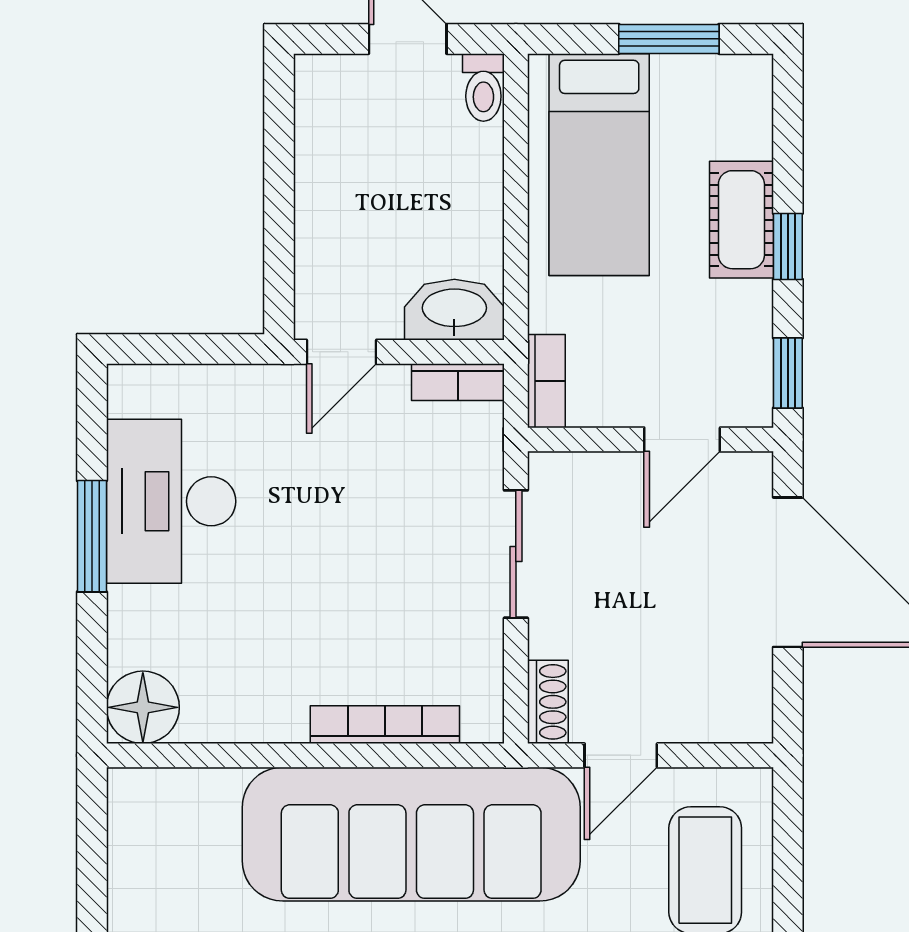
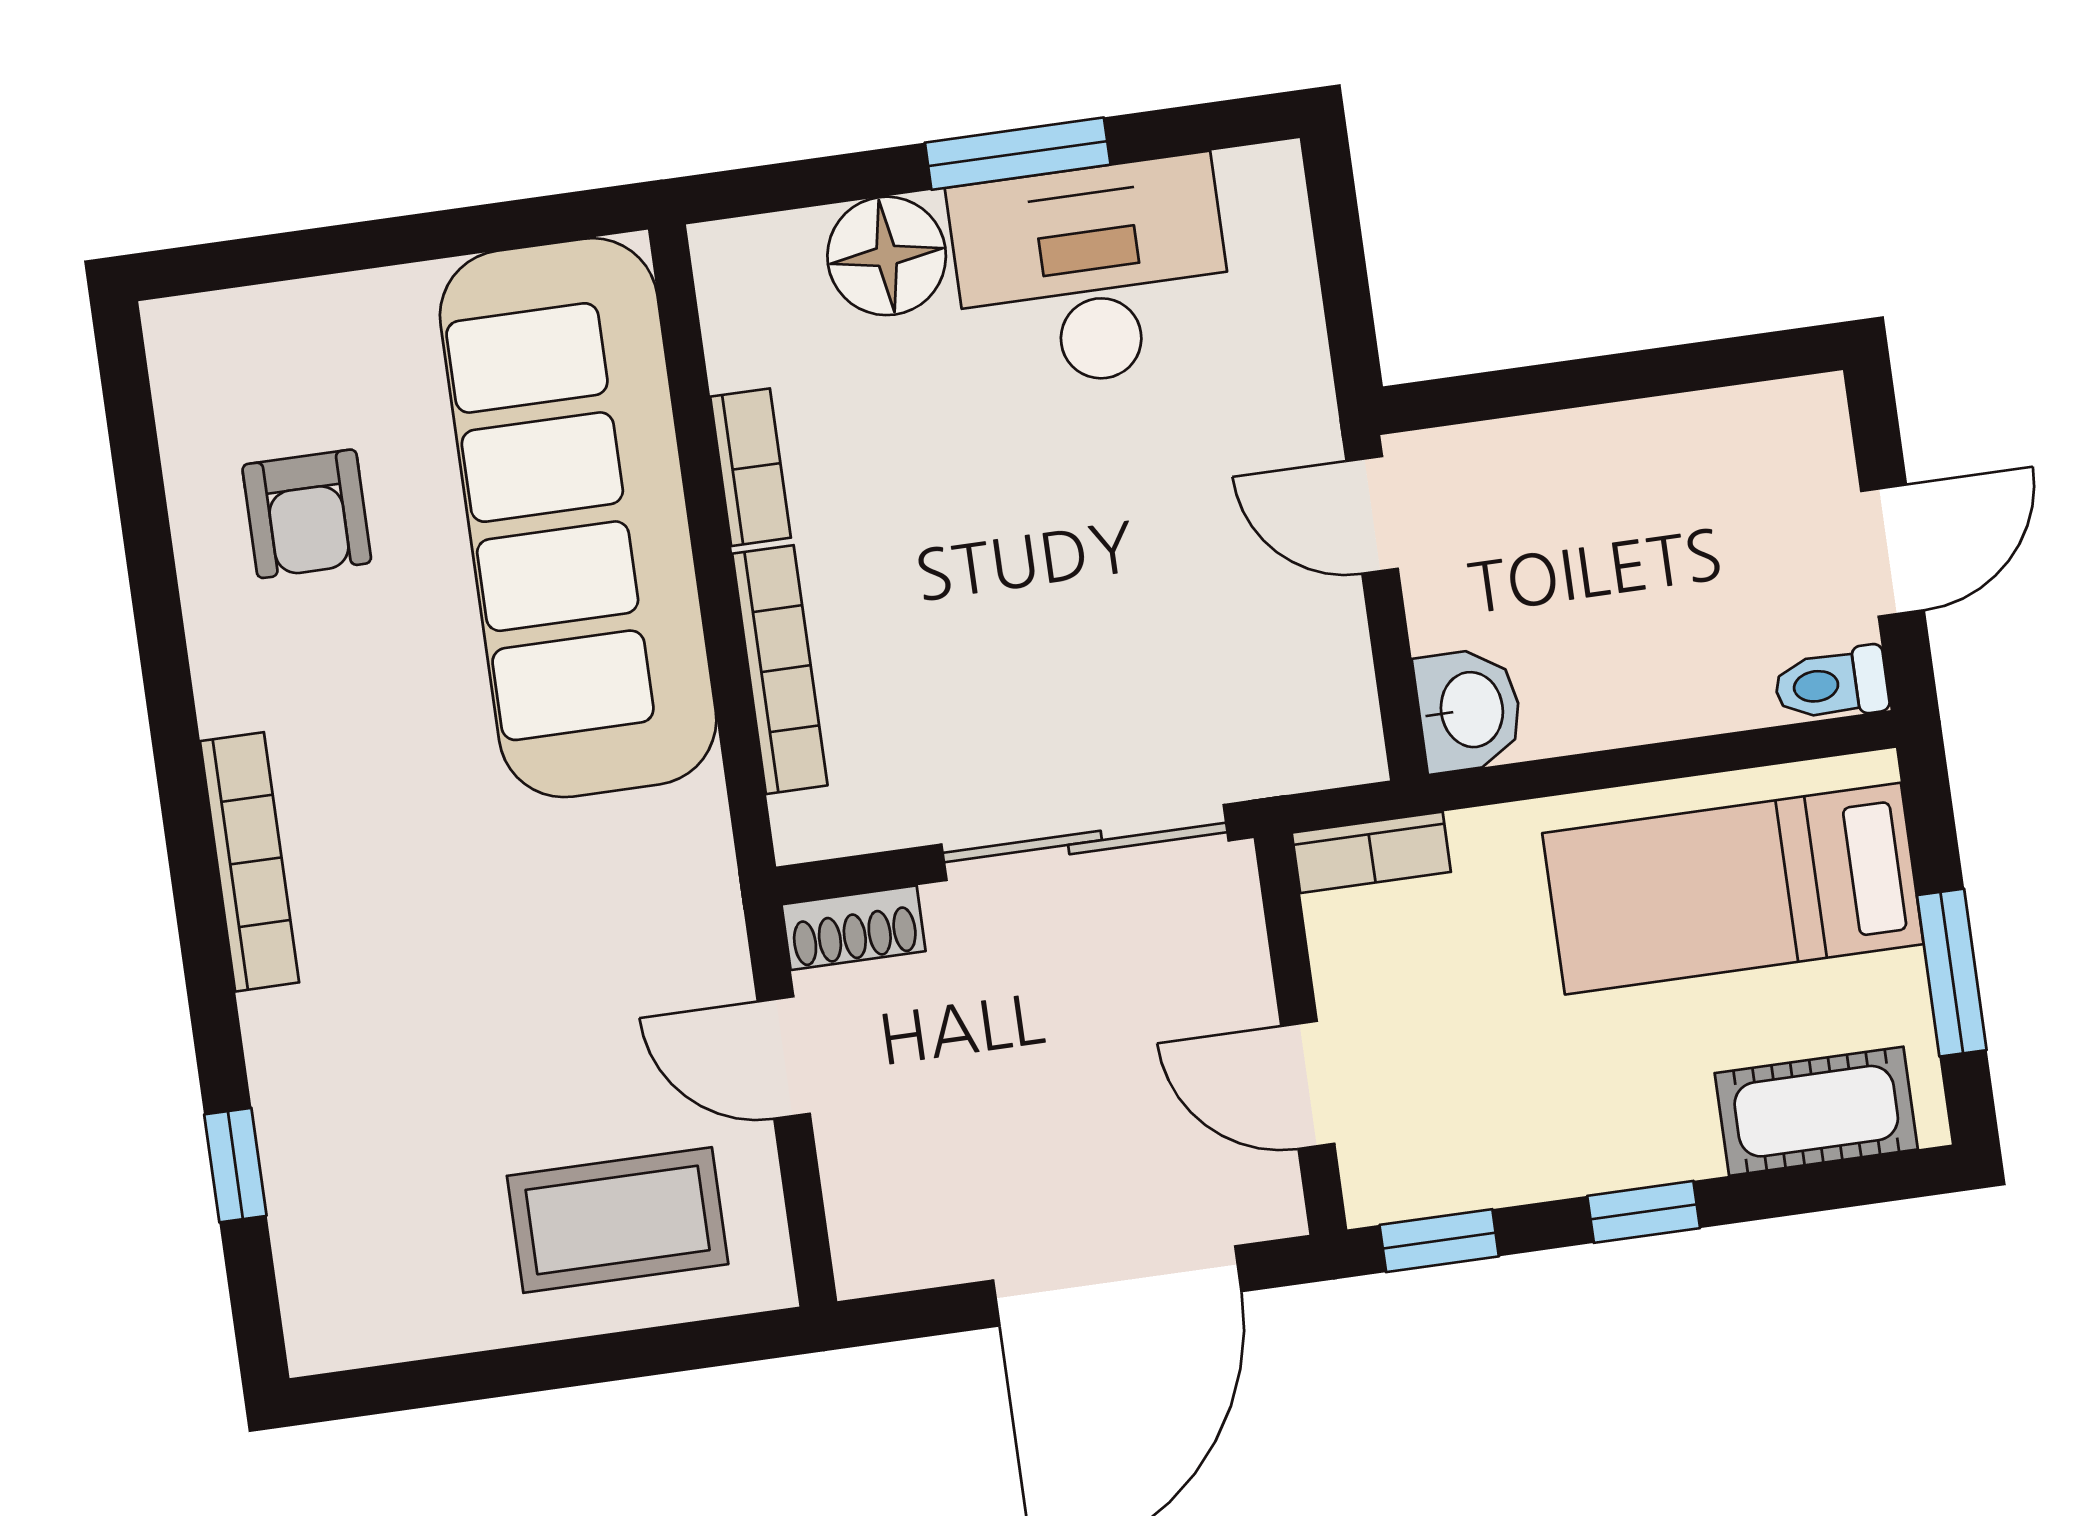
cot: (741, 220) -> (1816, 1111), moved
washbasin: (454, 310) -> (1469, 710), width x0.72
bookcase: (458, 382) -> (751, 467), moved, turned 180
sliding door: (516, 554) -> (1085, 843), width x1.37
floor lamp: (143, 707) -> (887, 256), moved
sofa: (411, 834) -> (578, 518), moved

